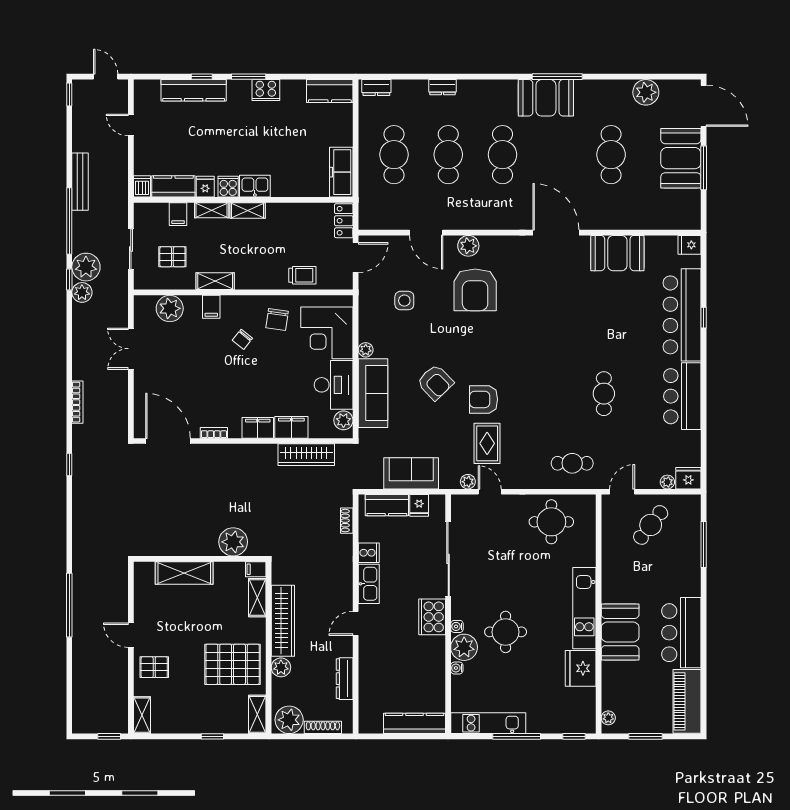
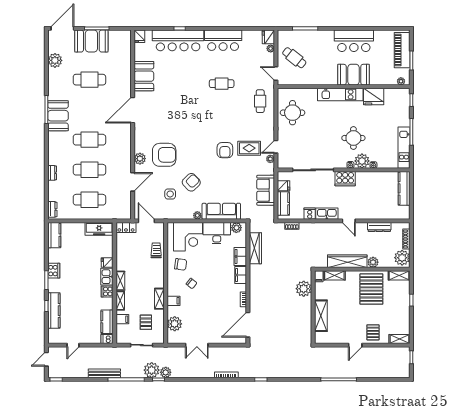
fridge: (205, 187) -> (107, 263), moved
armchair: (435, 382) -> (191, 182), moved
piano: (687, 701) -> (402, 50), moved, turned 90

